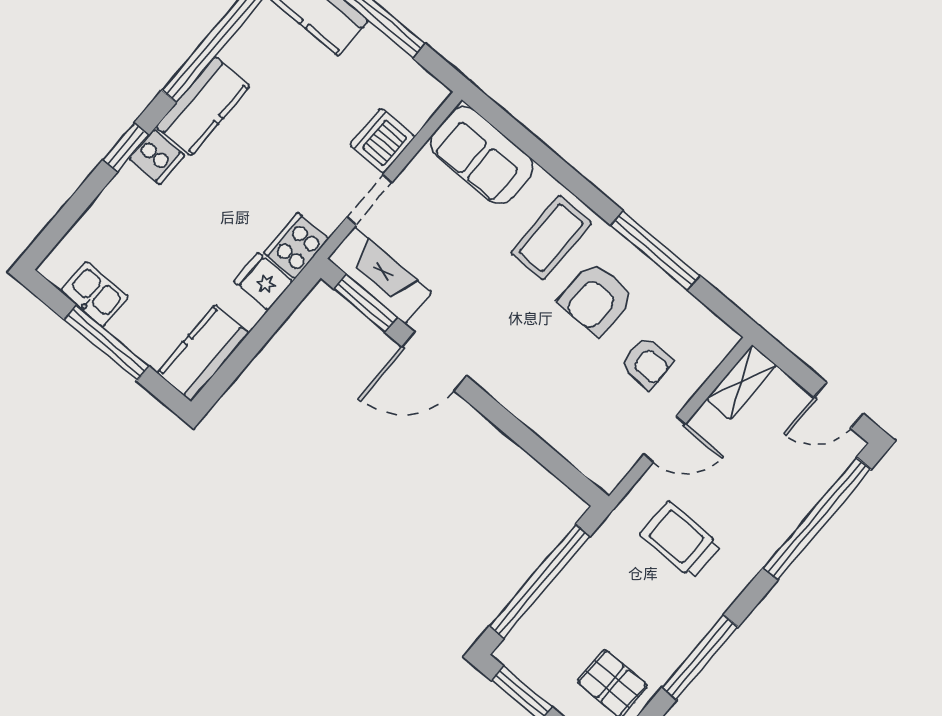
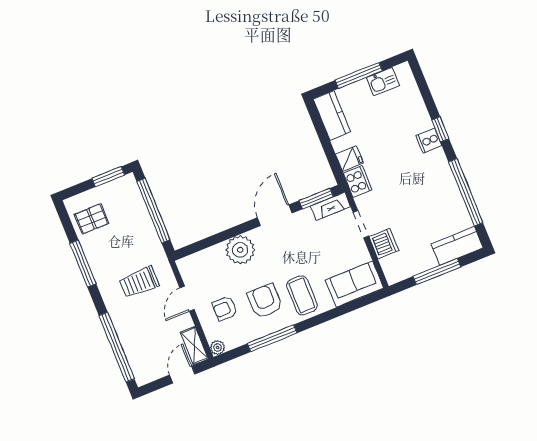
kitchen counter: (203, 106) -> (440, 173), removed
fireplace: (380, 275) -> (331, 206), width x0.73, depth x0.76
plant: (723, 339) -> (218, 348), added
plant: (528, 390) -> (240, 250), added
door: (839, 405) -> (182, 375), moved
trolley: (680, 540) -> (139, 282), turned 180

